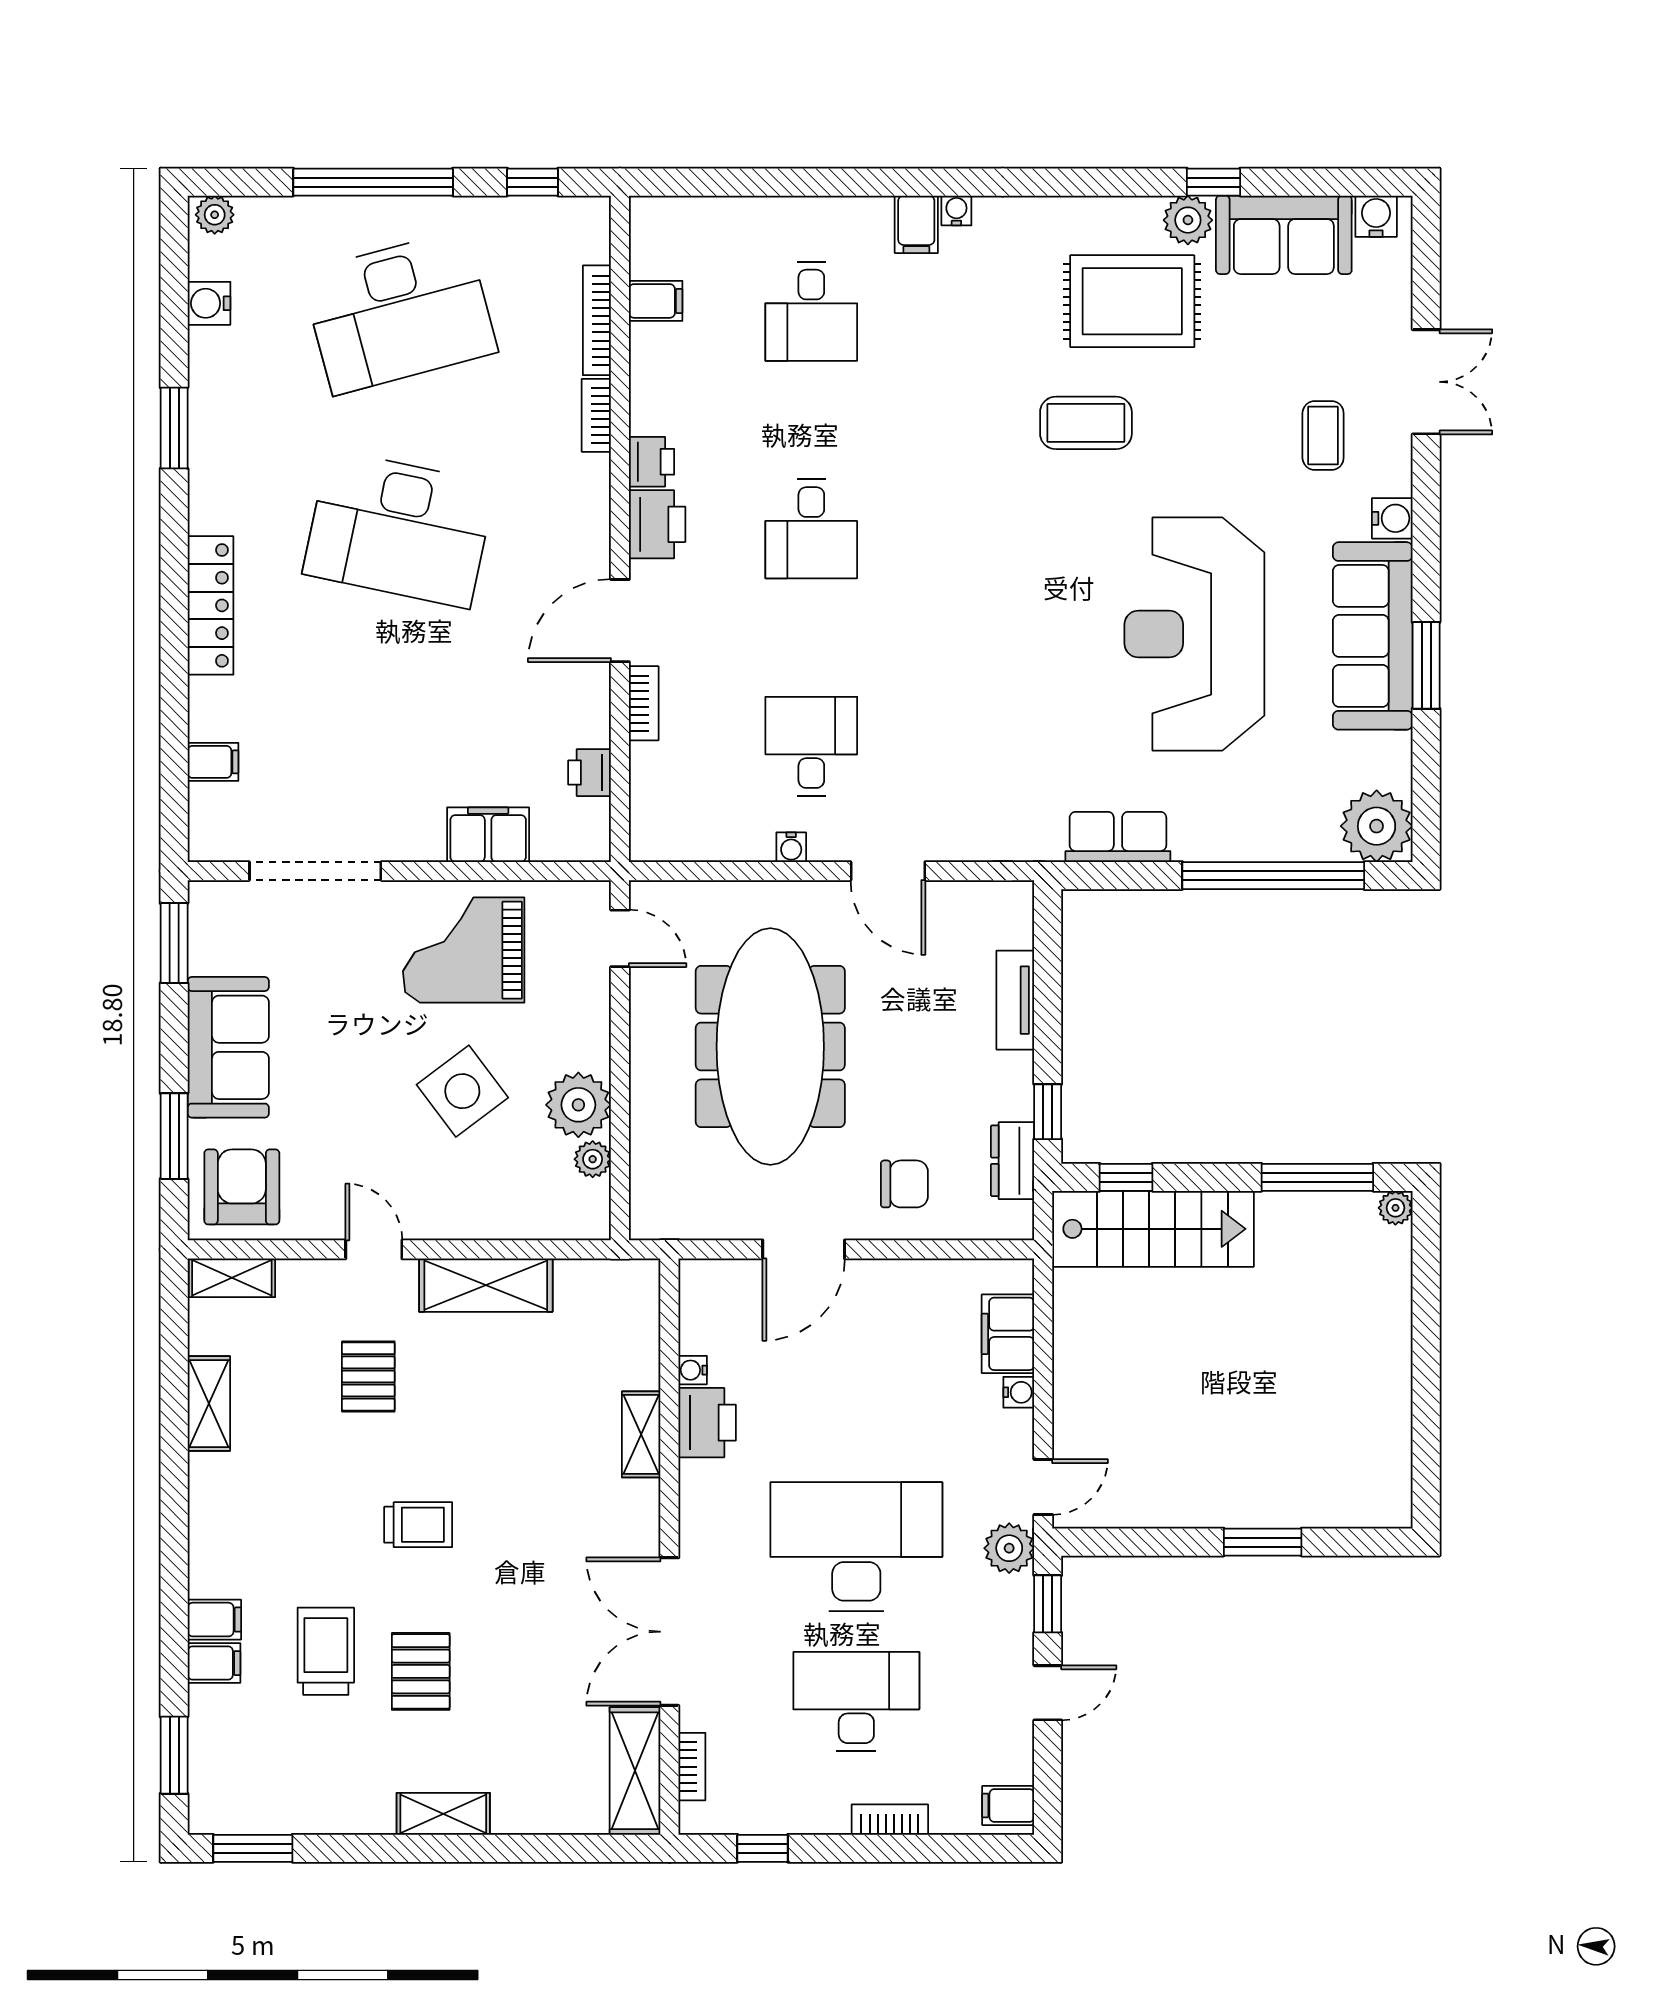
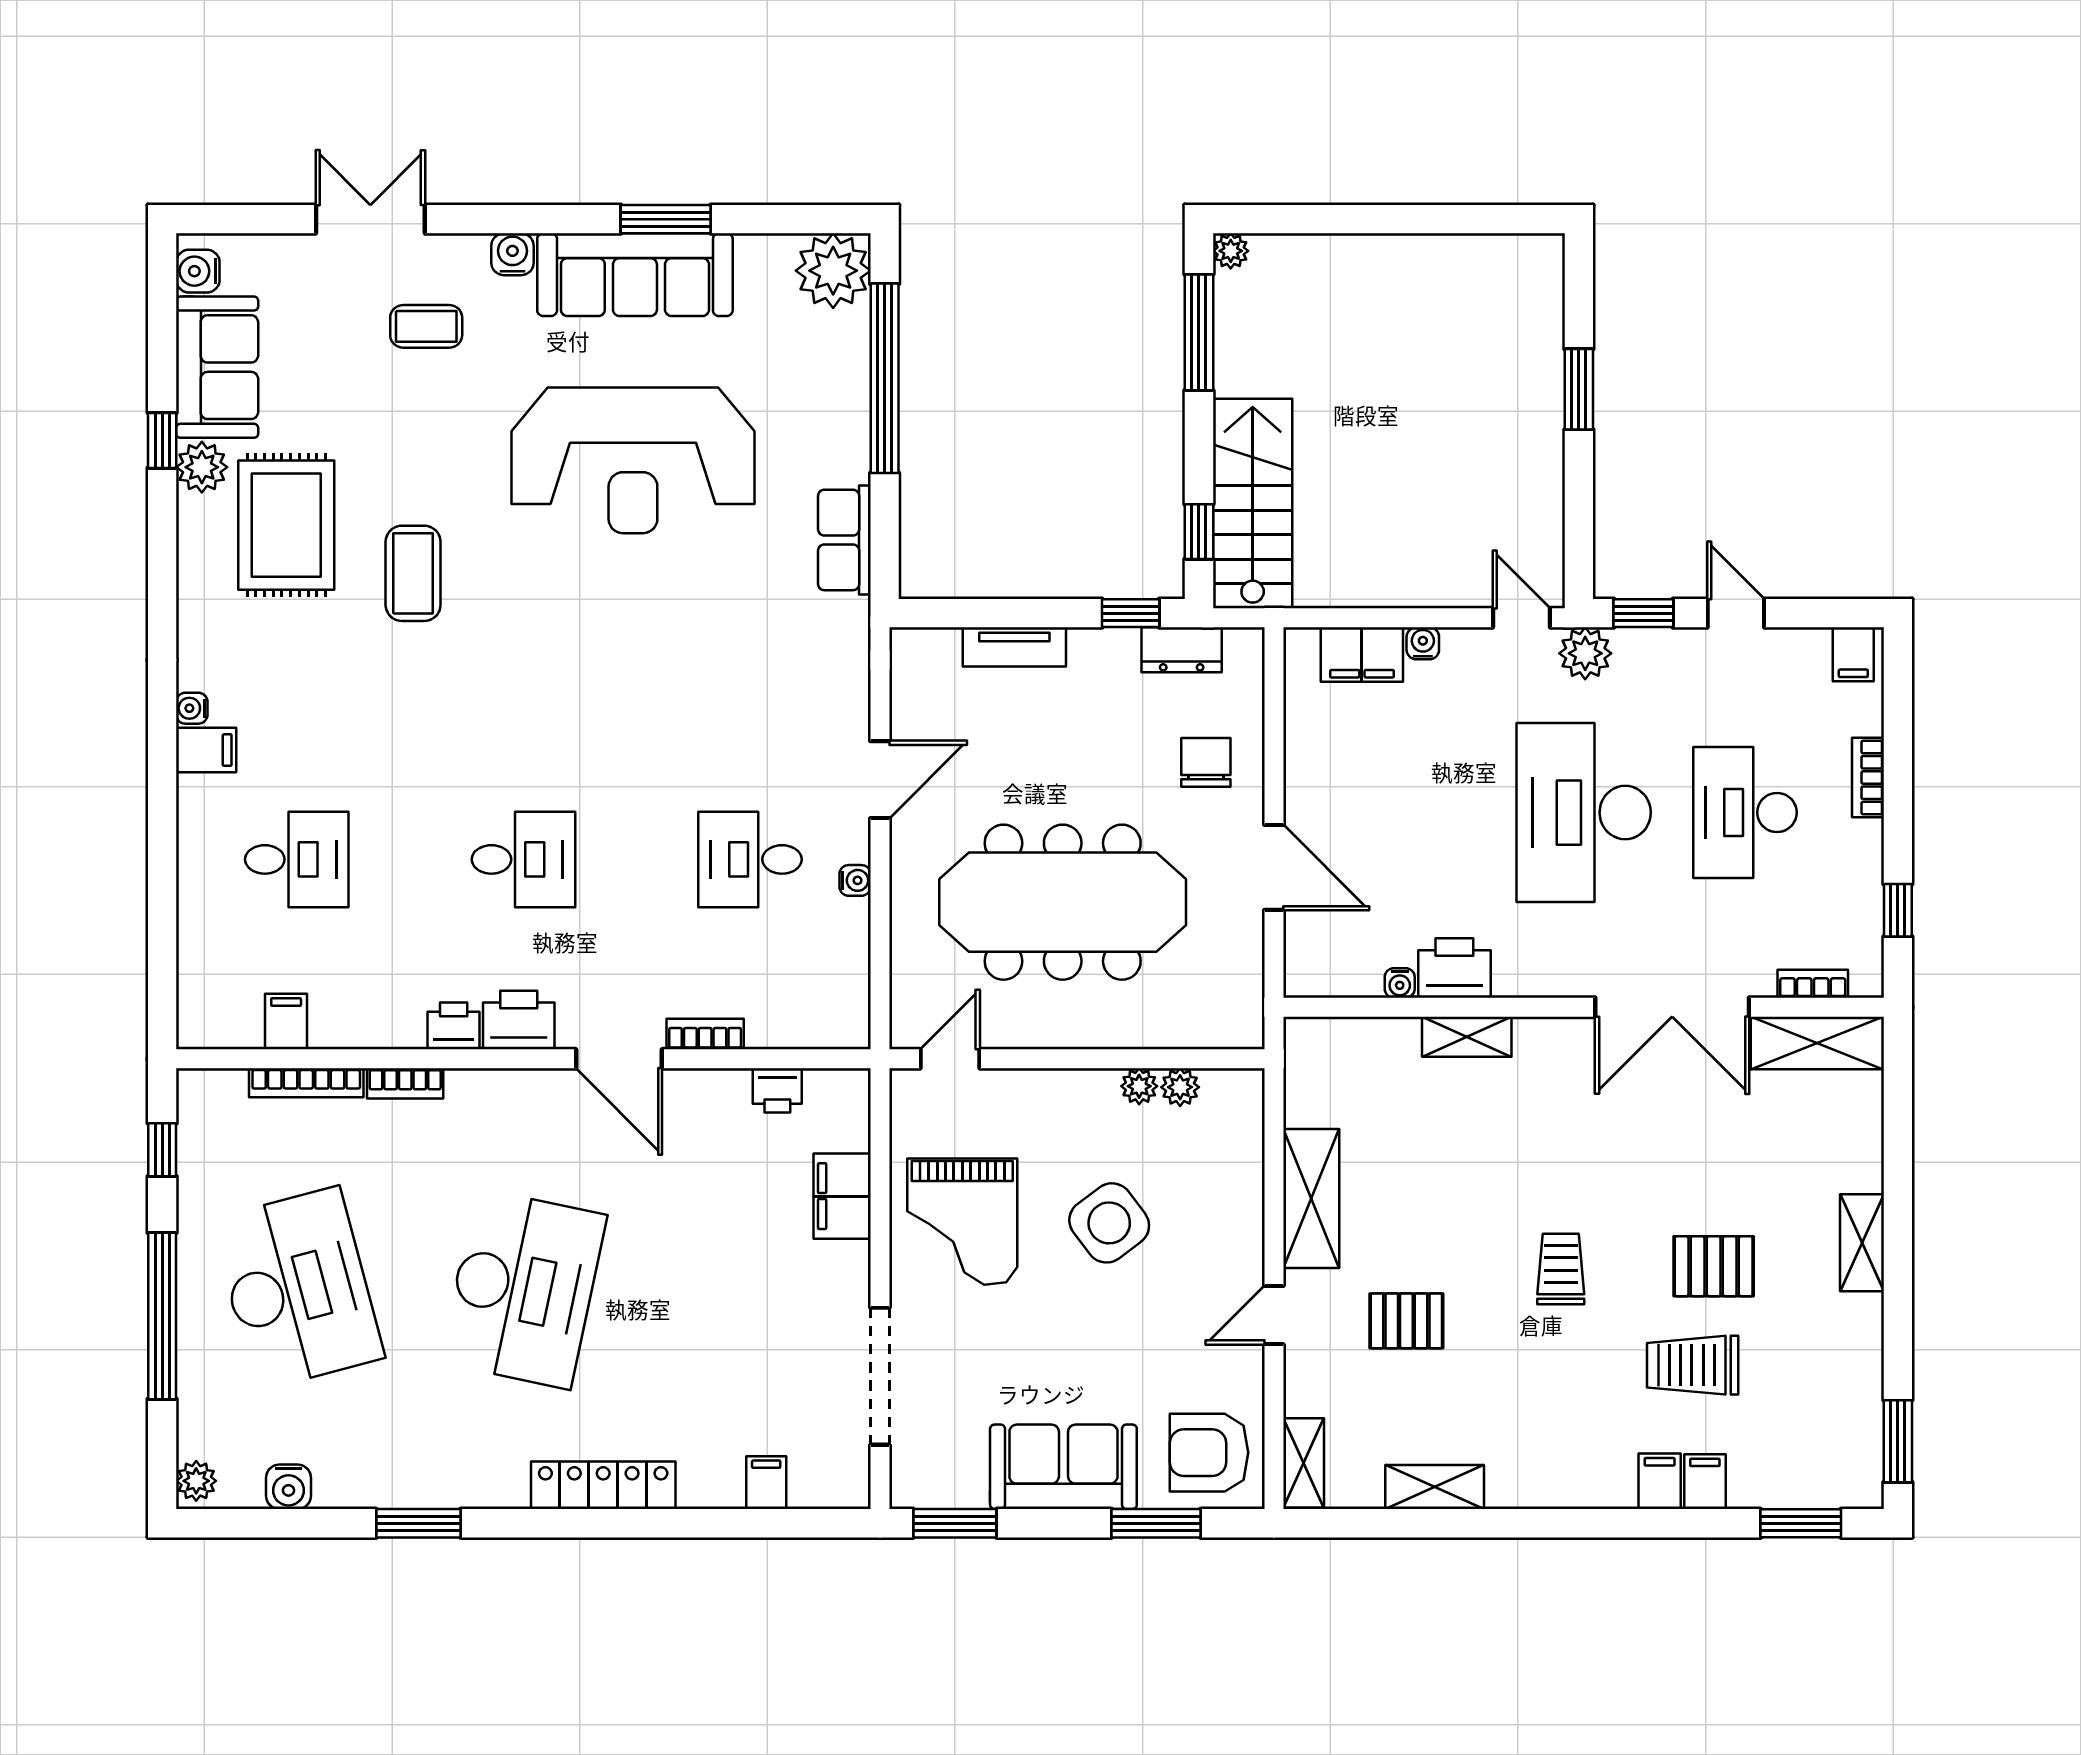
plant: (578, 1105) -> (1139, 1086), width x0.53, depth x0.53

